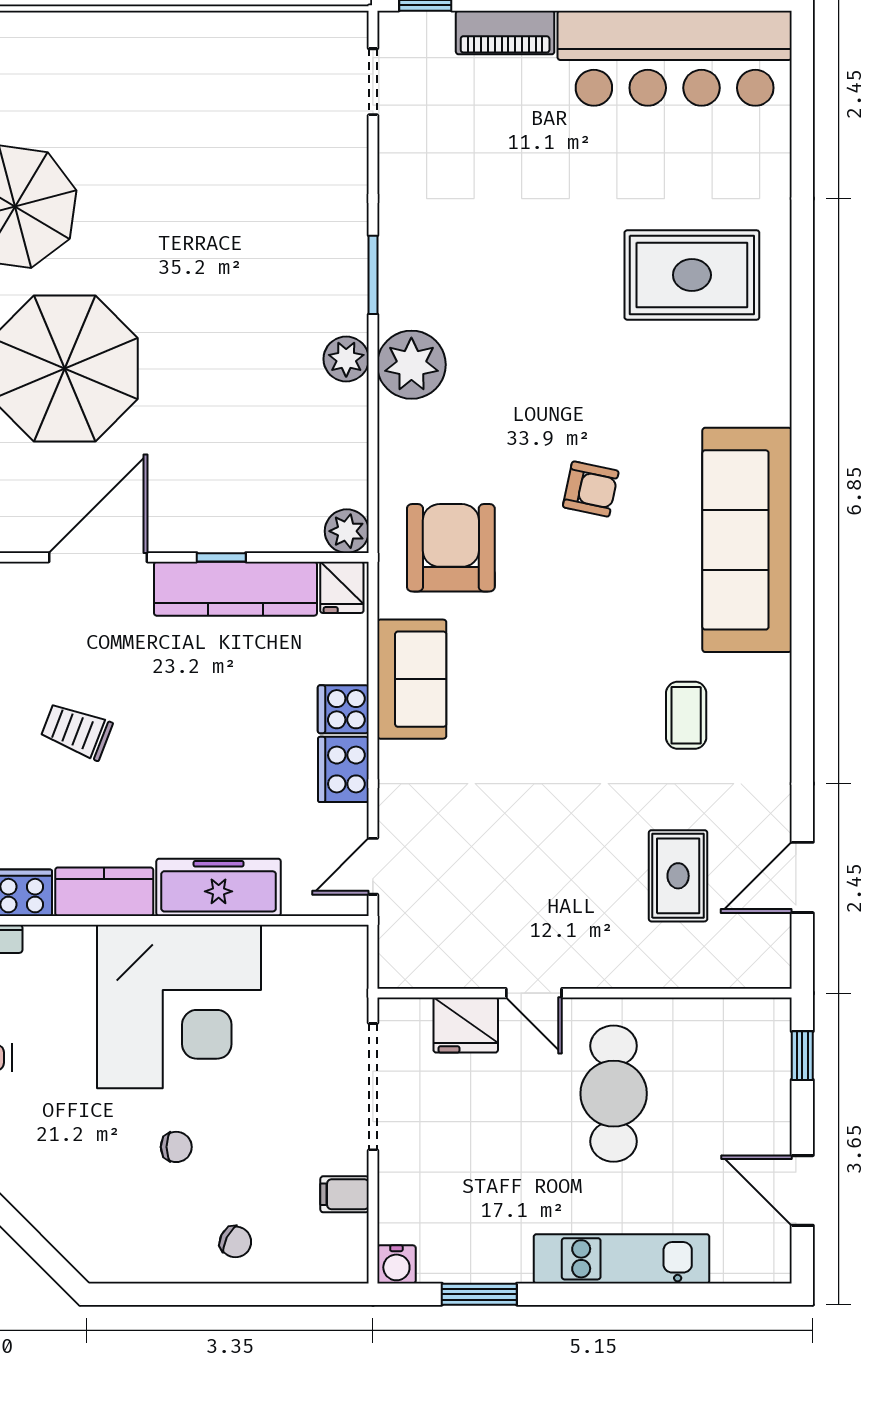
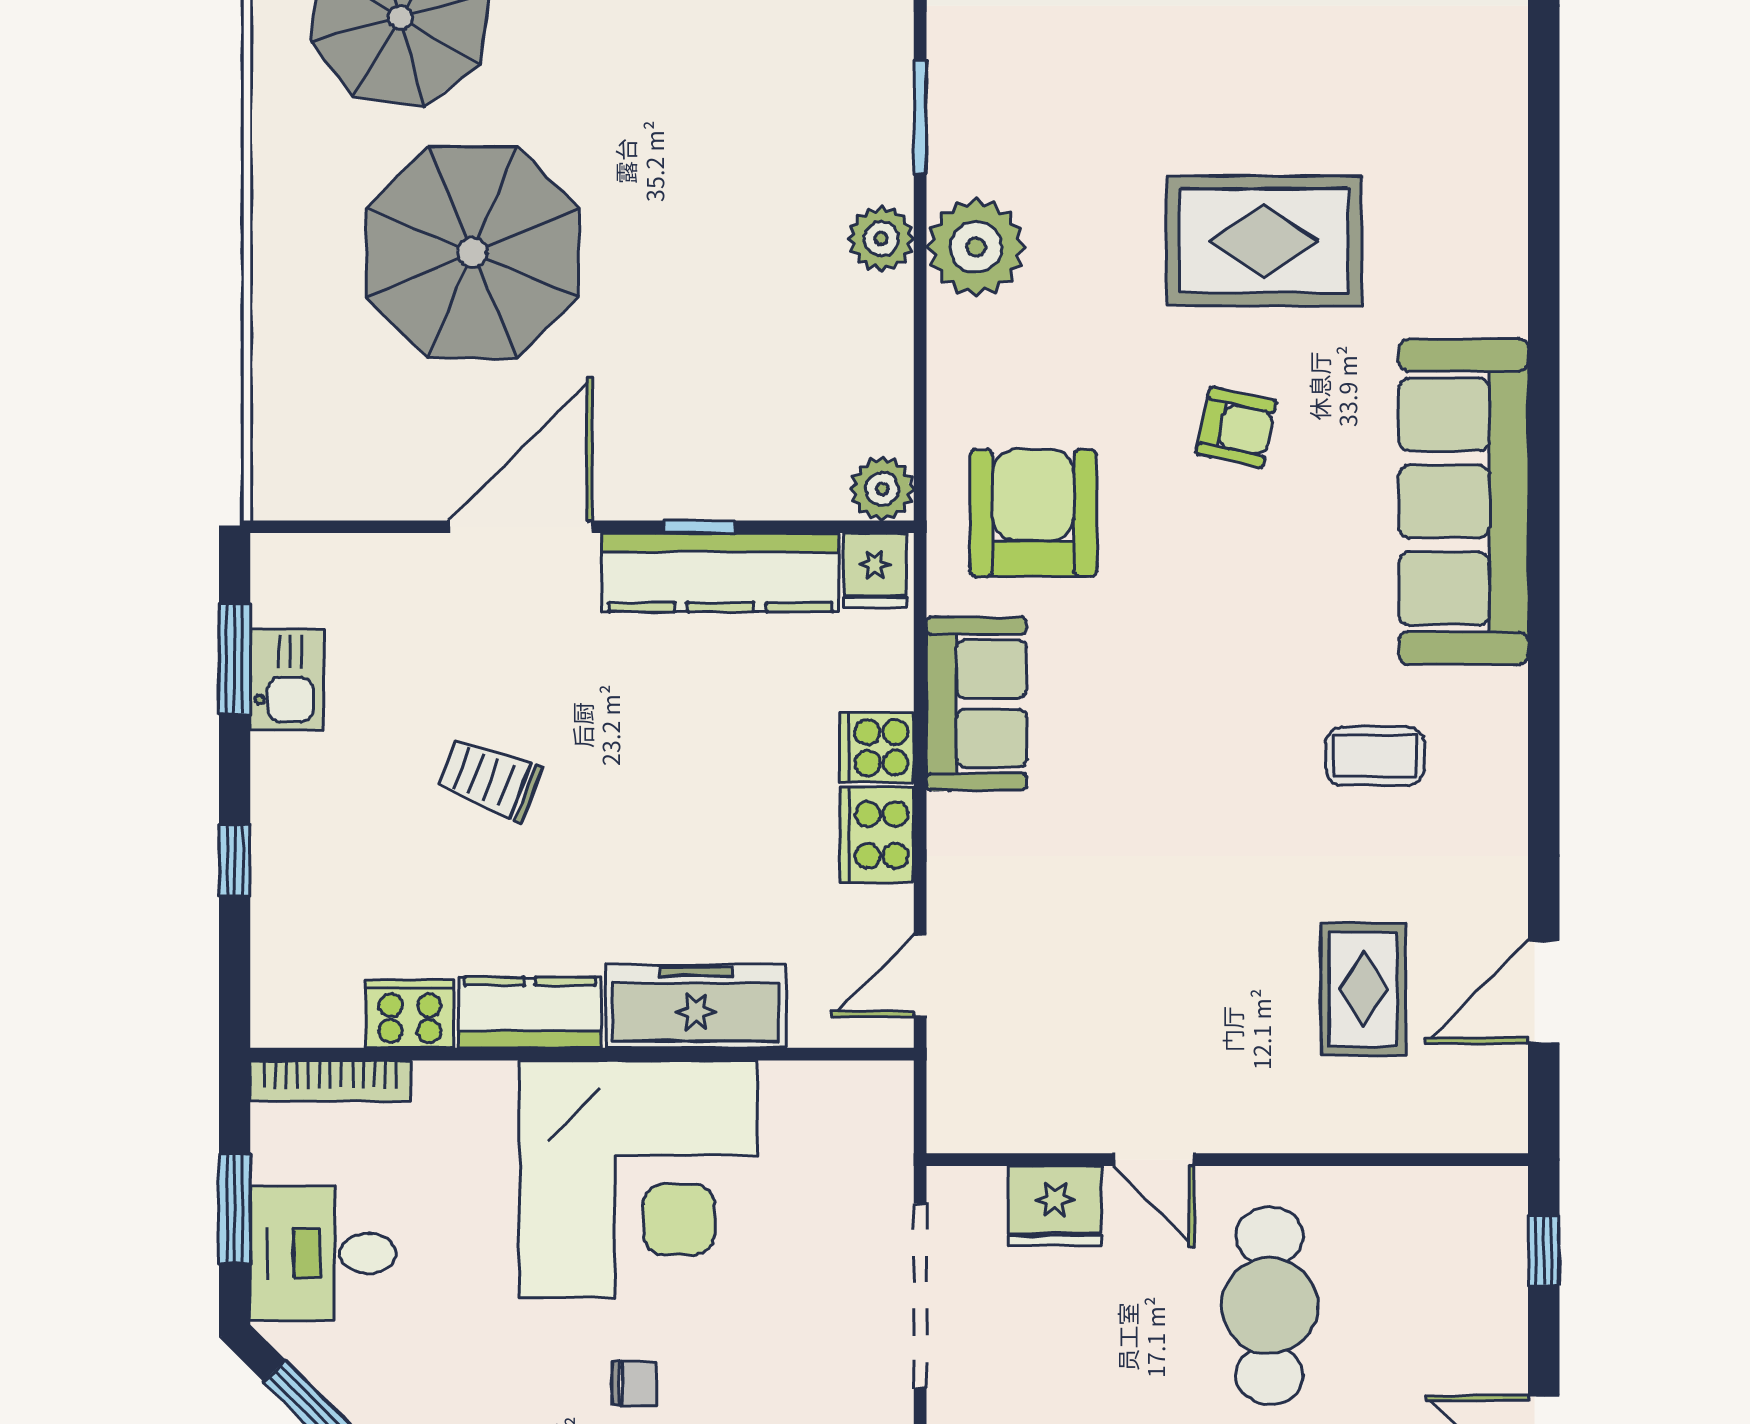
rug: (692, 275) -> (1264, 241), moved
coffee table: (686, 715) -> (1375, 756), turned 90

